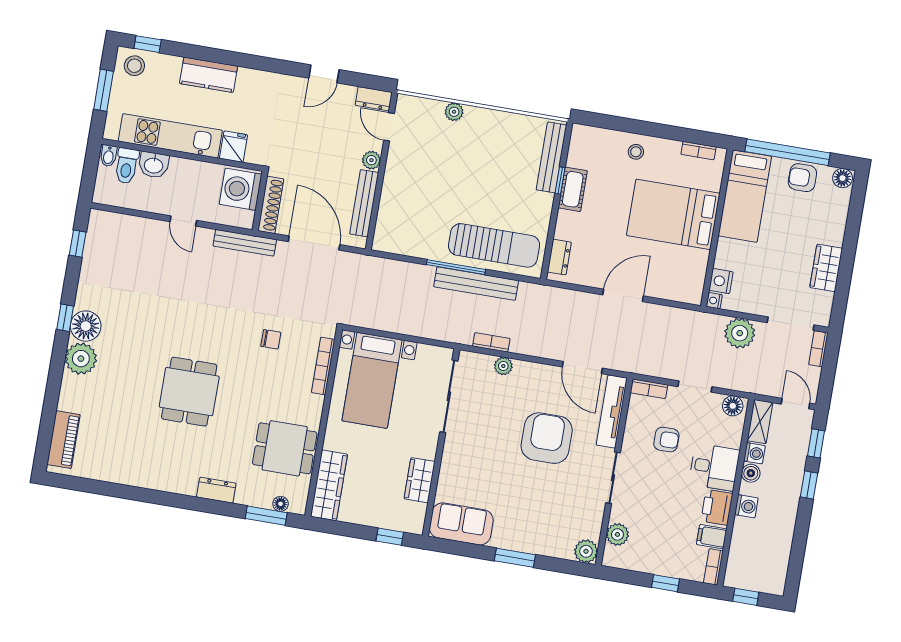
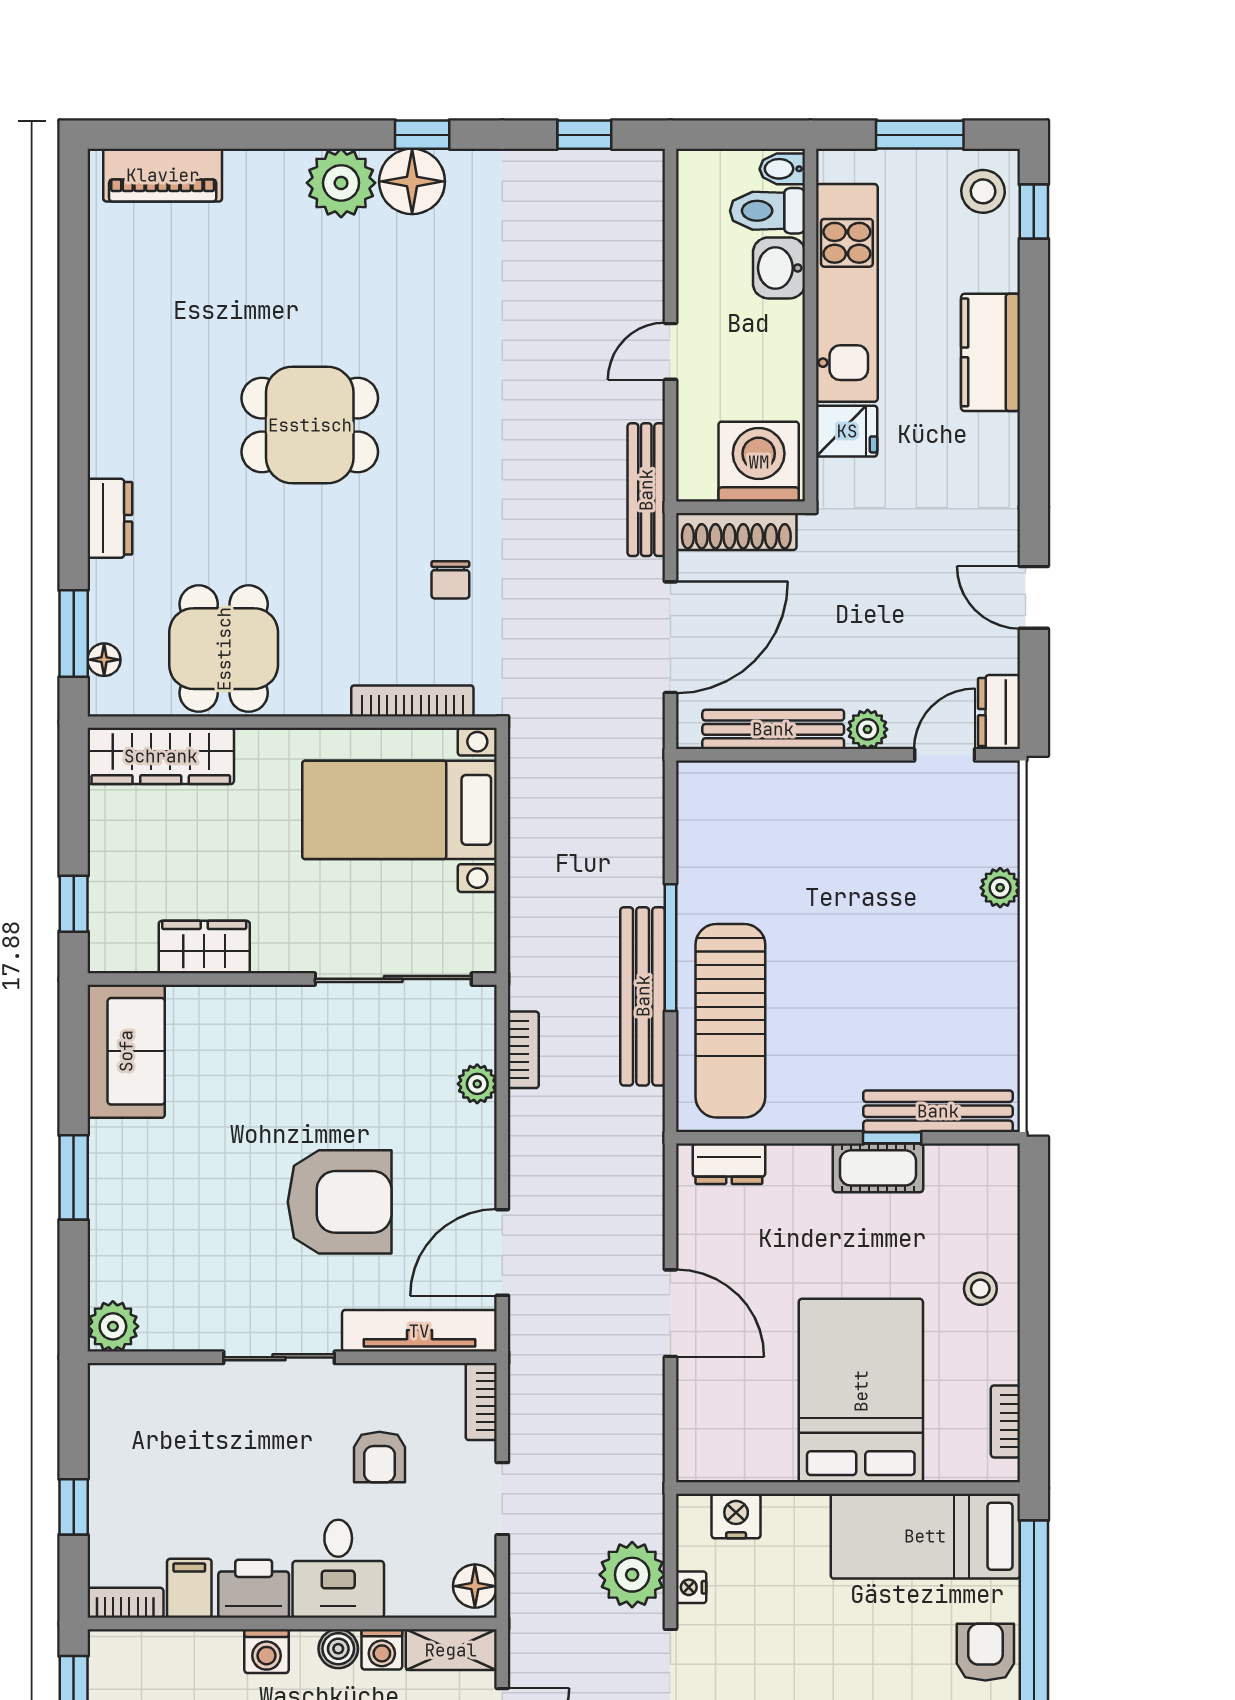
nightstand: (714, 301) -> (691, 1587), moved, turned -90
plant: (617, 534) -> (160, 1387), removed

